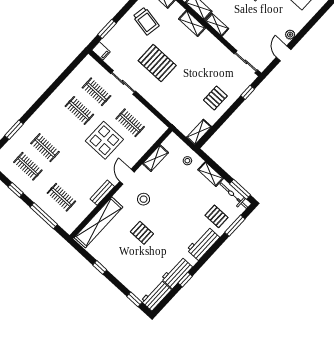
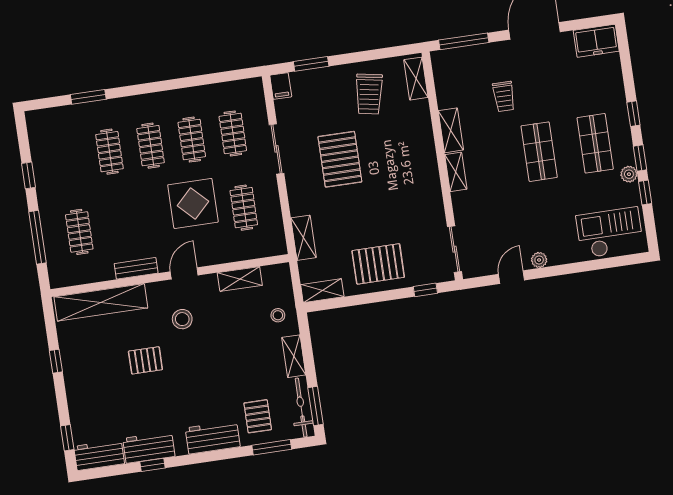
shelving: (192, 23) -> (304, 238), moved
pallet: (215, 98) -> (378, 264), width x1.50, depth x1.42
clothes rail: (28, 166) -> (151, 146), moved
pallet: (142, 233) -> (145, 360), turned 90

